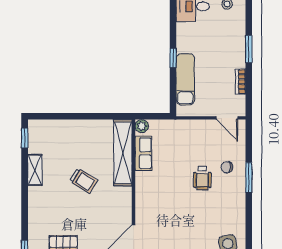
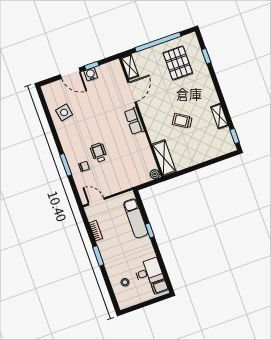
shelving: (123, 153) -> (164, 158), width x0.68
row of seats: (143, 153) -> (134, 121), moved

